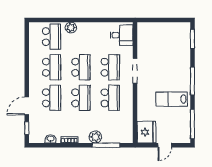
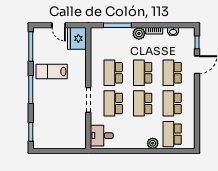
lab bench: (172, 99) -> (52, 72), turned 180
plant: (95, 137) -> (139, 34), moved
door: (165, 145) -> (59, 25), swing flipped

